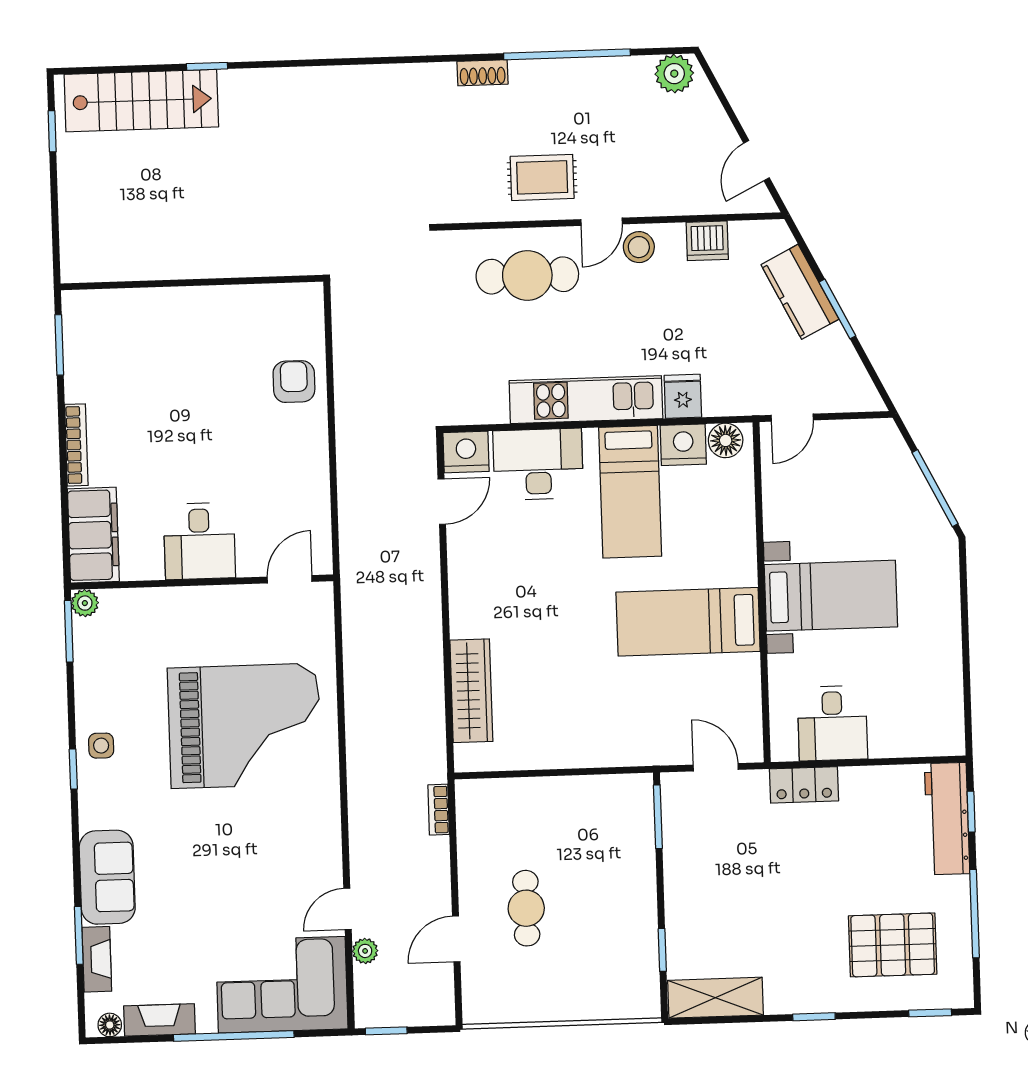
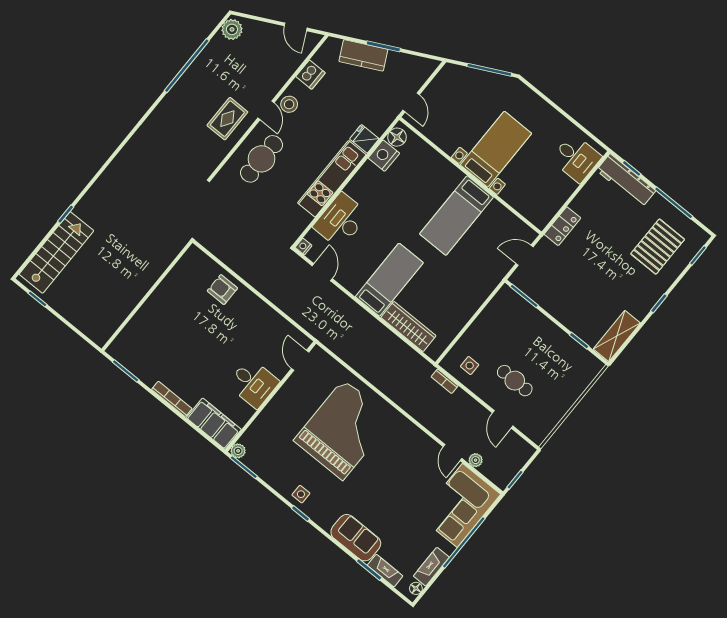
shoe rack: (483, 73) -> (165, 106), removed
nightstand: (466, 452) -> (304, 247), width x0.53, depth x0.56
bed: (630, 492) -> (389, 280), moved, turned -90
desk: (832, 723) -> (576, 158), moved
side table: (492, 826) -> (470, 366), added

